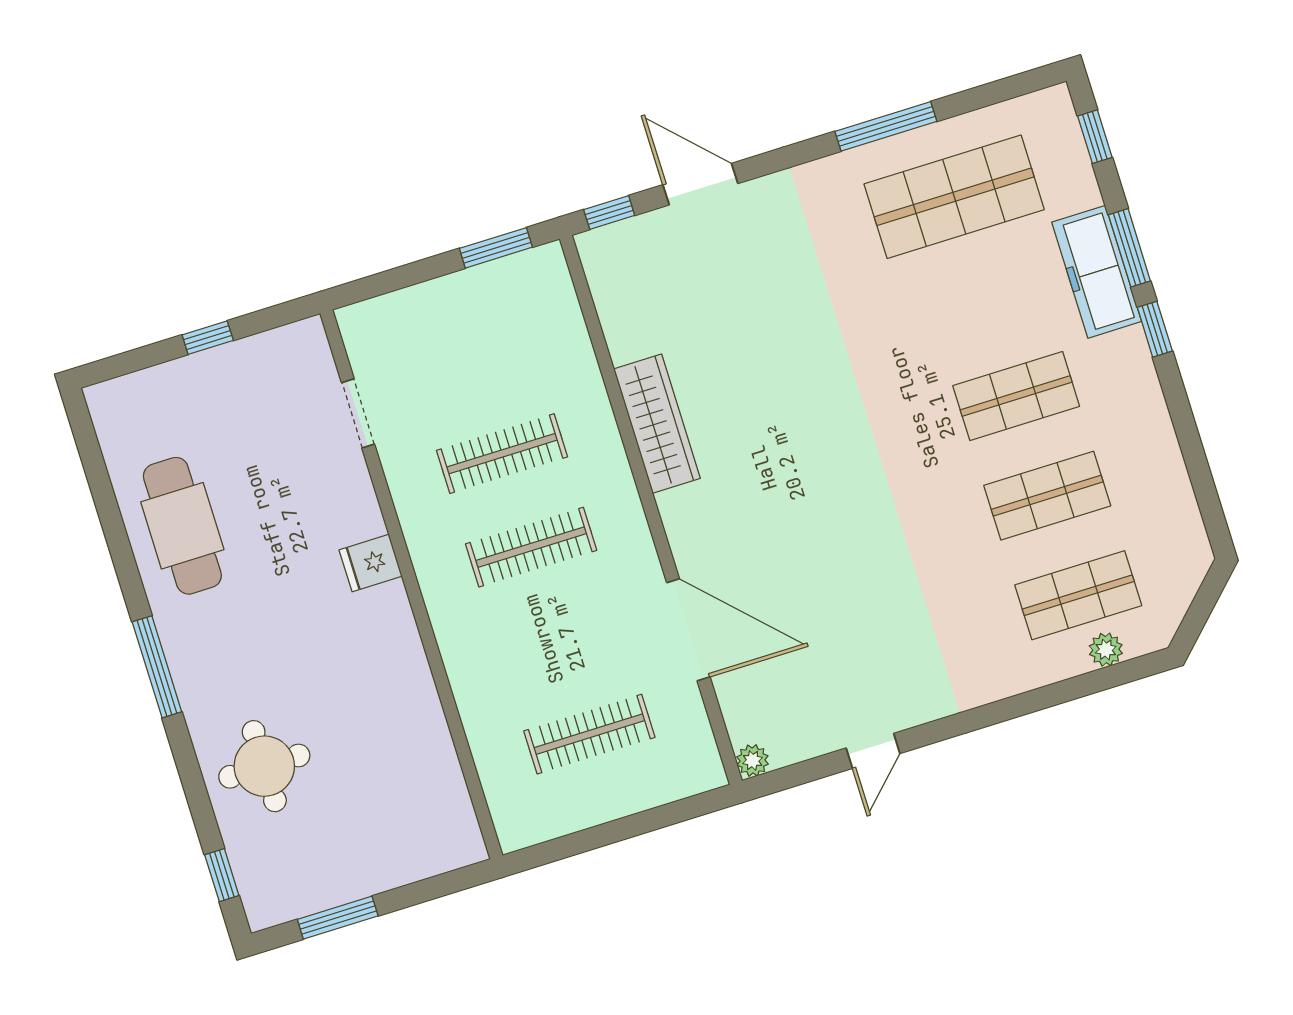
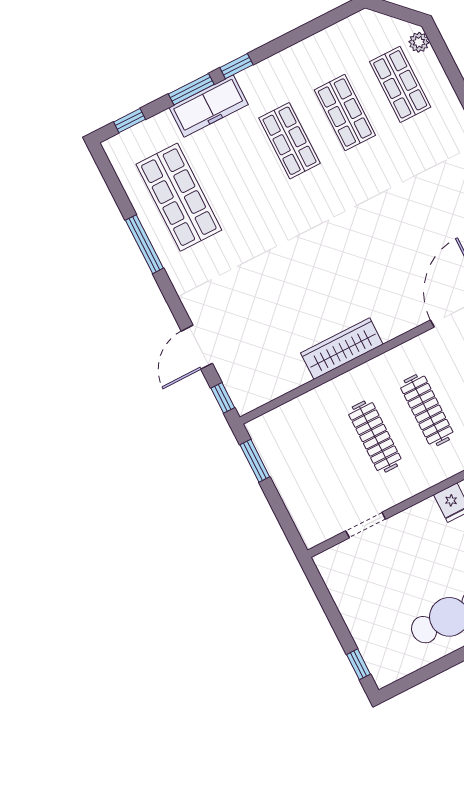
window: (208, 338) -> (358, 664), moved
plant: (1106, 650) -> (419, 42), moved

